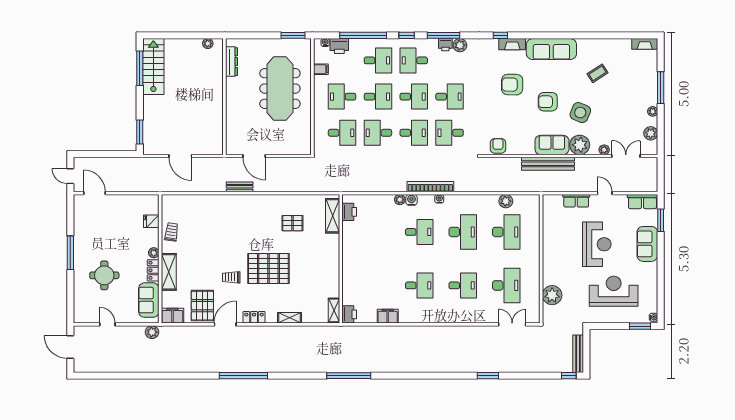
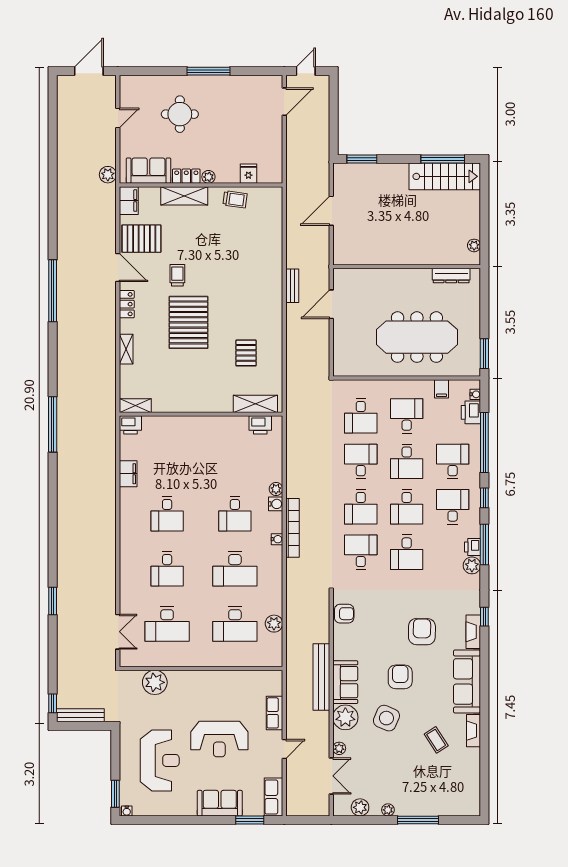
fireplace: (645, 44) -> (474, 731), moved
desk: (378, 60) -> (453, 461), turned 180

